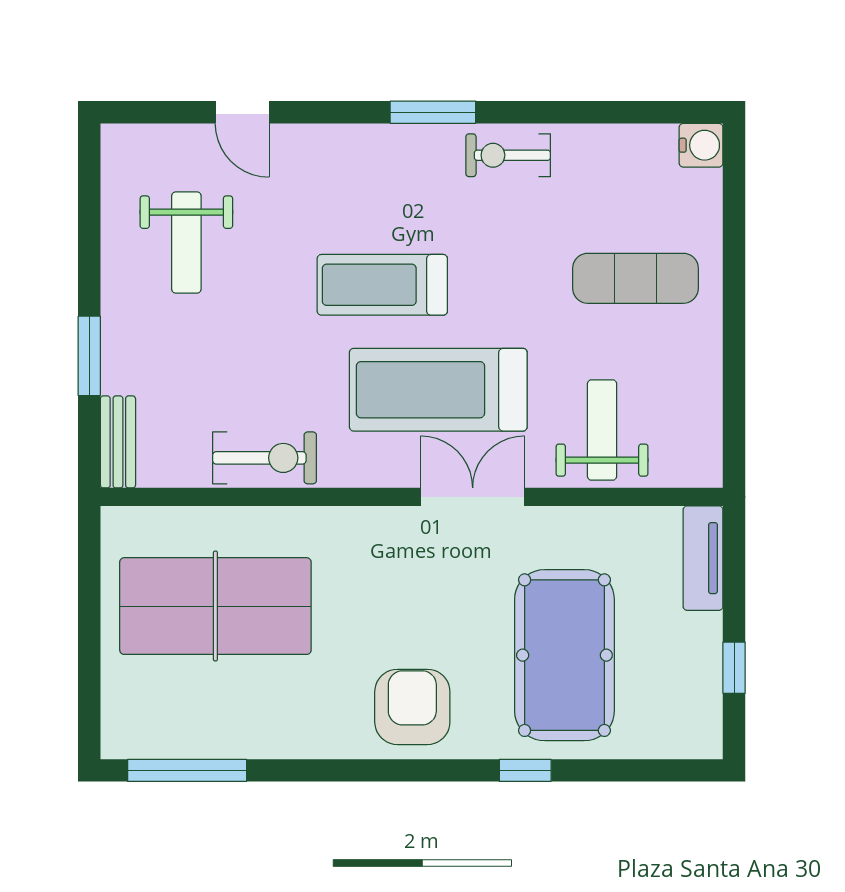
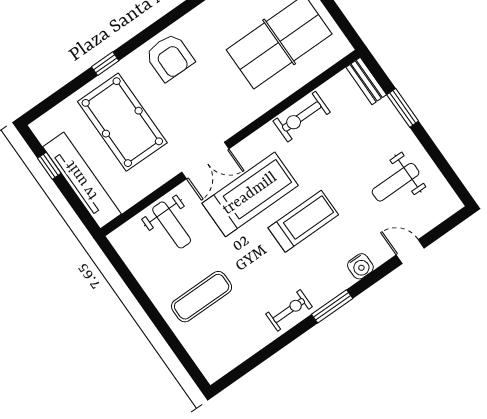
water cooler: (701, 145) -> (360, 266), moved, turned -90
weight bench: (186, 242) -> (396, 182), turned -90
tv unit: (703, 558) -> (82, 180), width x1.92, depth x1.29

